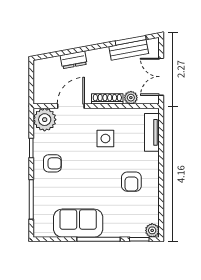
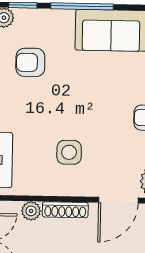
armchair: (131, 182) -> (30, 62), moved, turned -90

